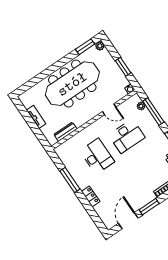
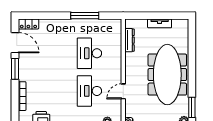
desk: (97, 156) -> (89, 53), turned 90
locker: (91, 196) -> (28, 24), moved

